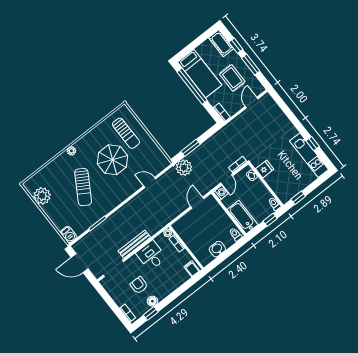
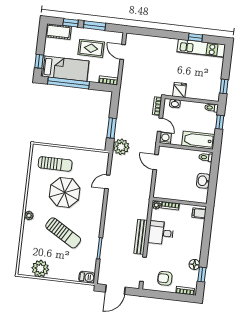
window: (187, 50) -> (39, 61), added
armchair: (139, 285) -> (165, 278), moved

